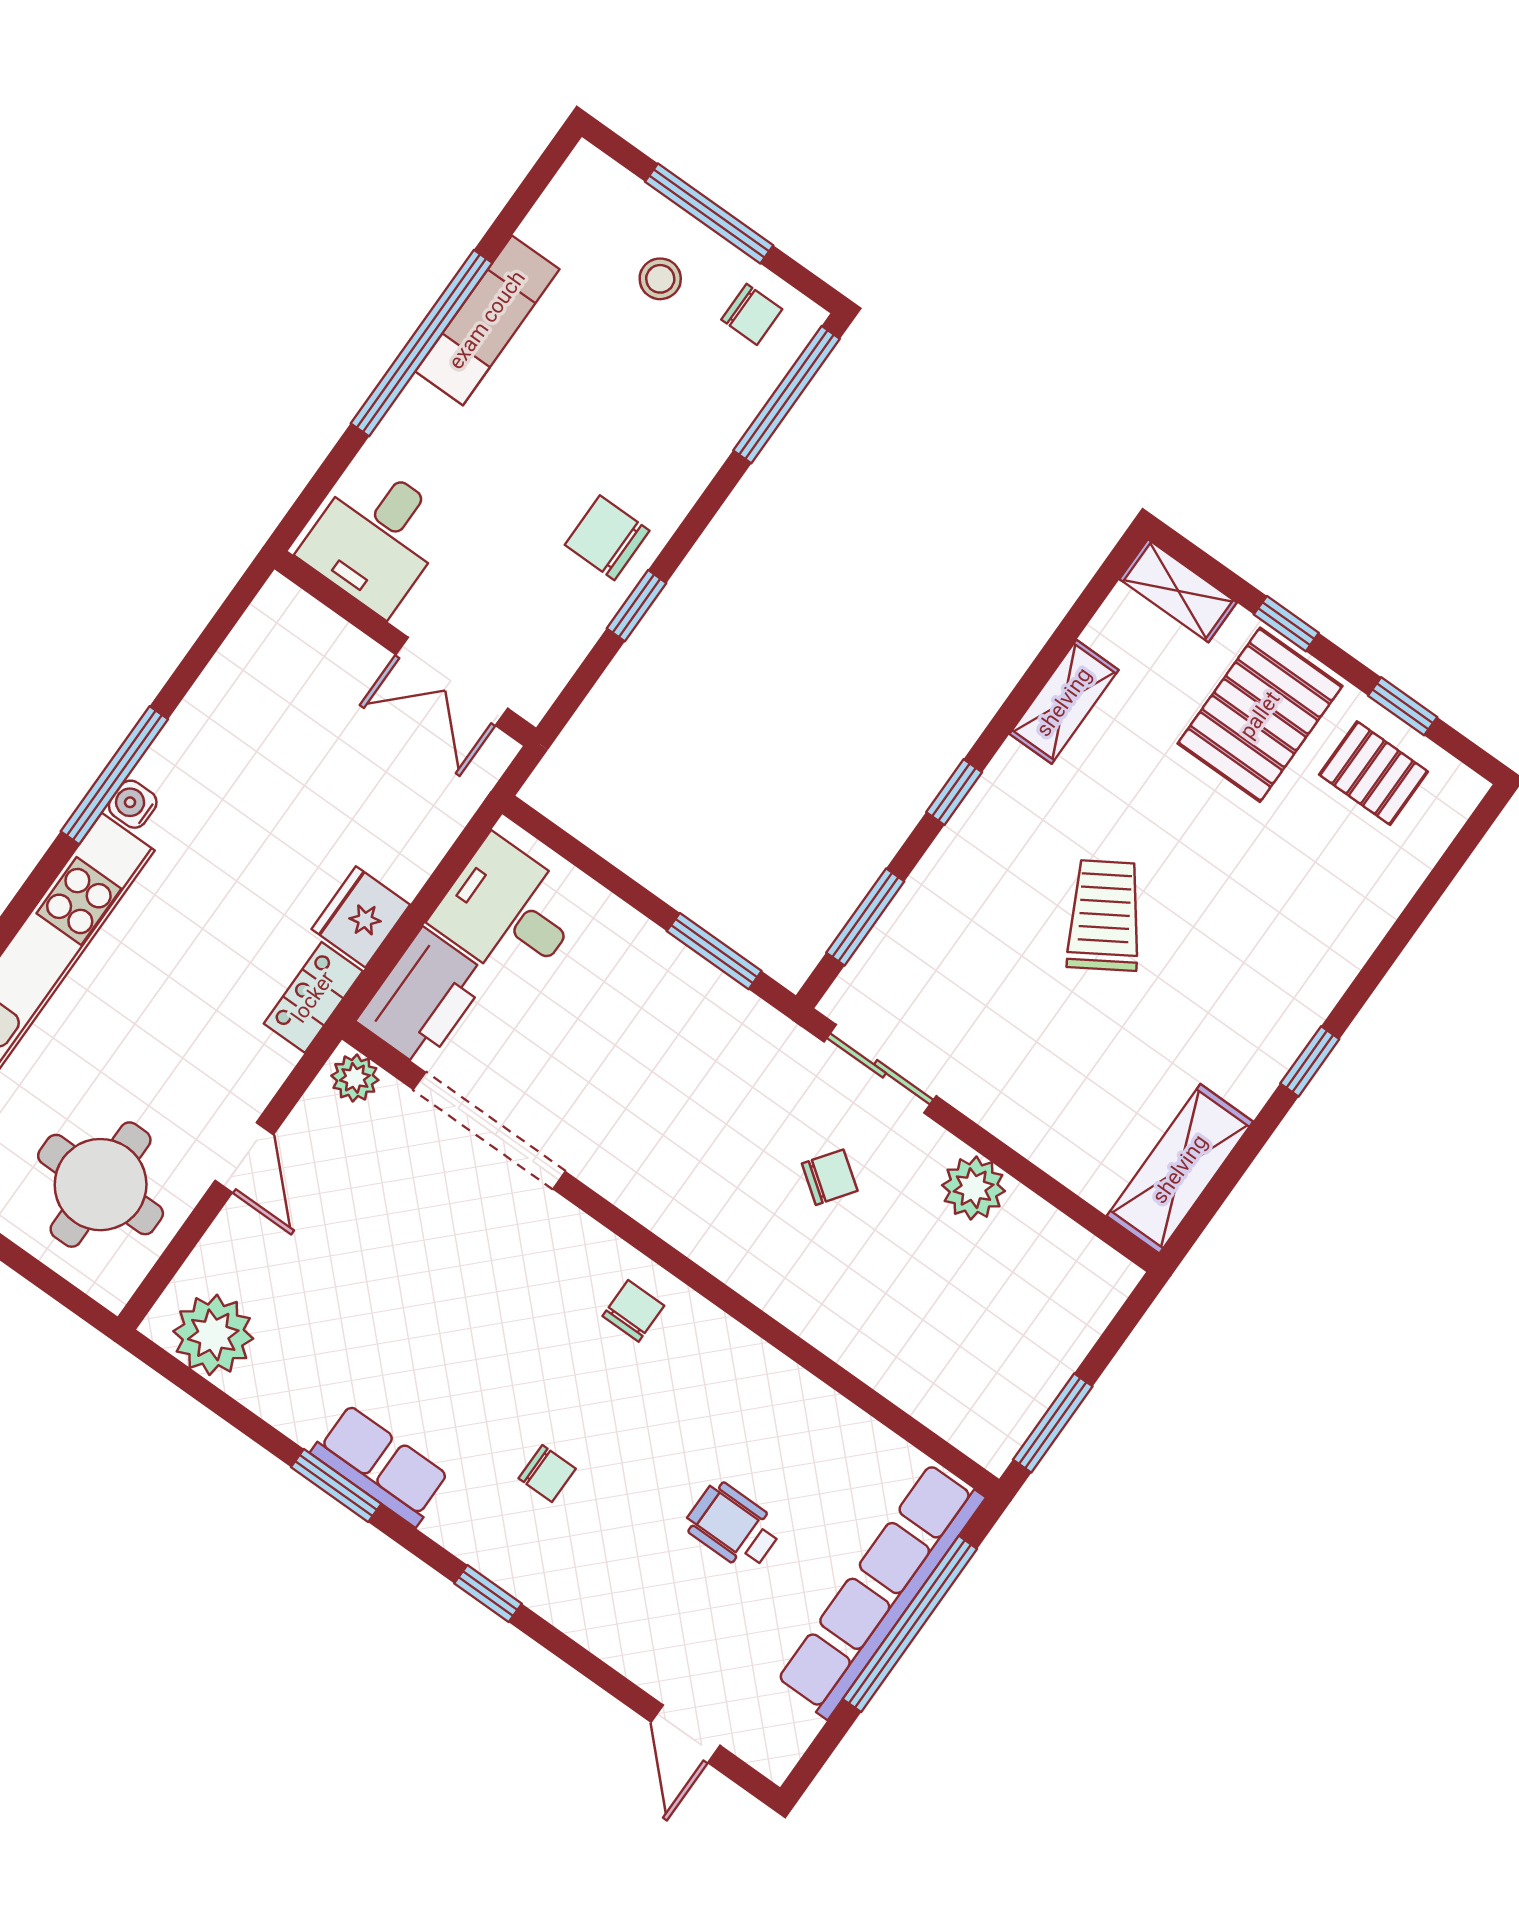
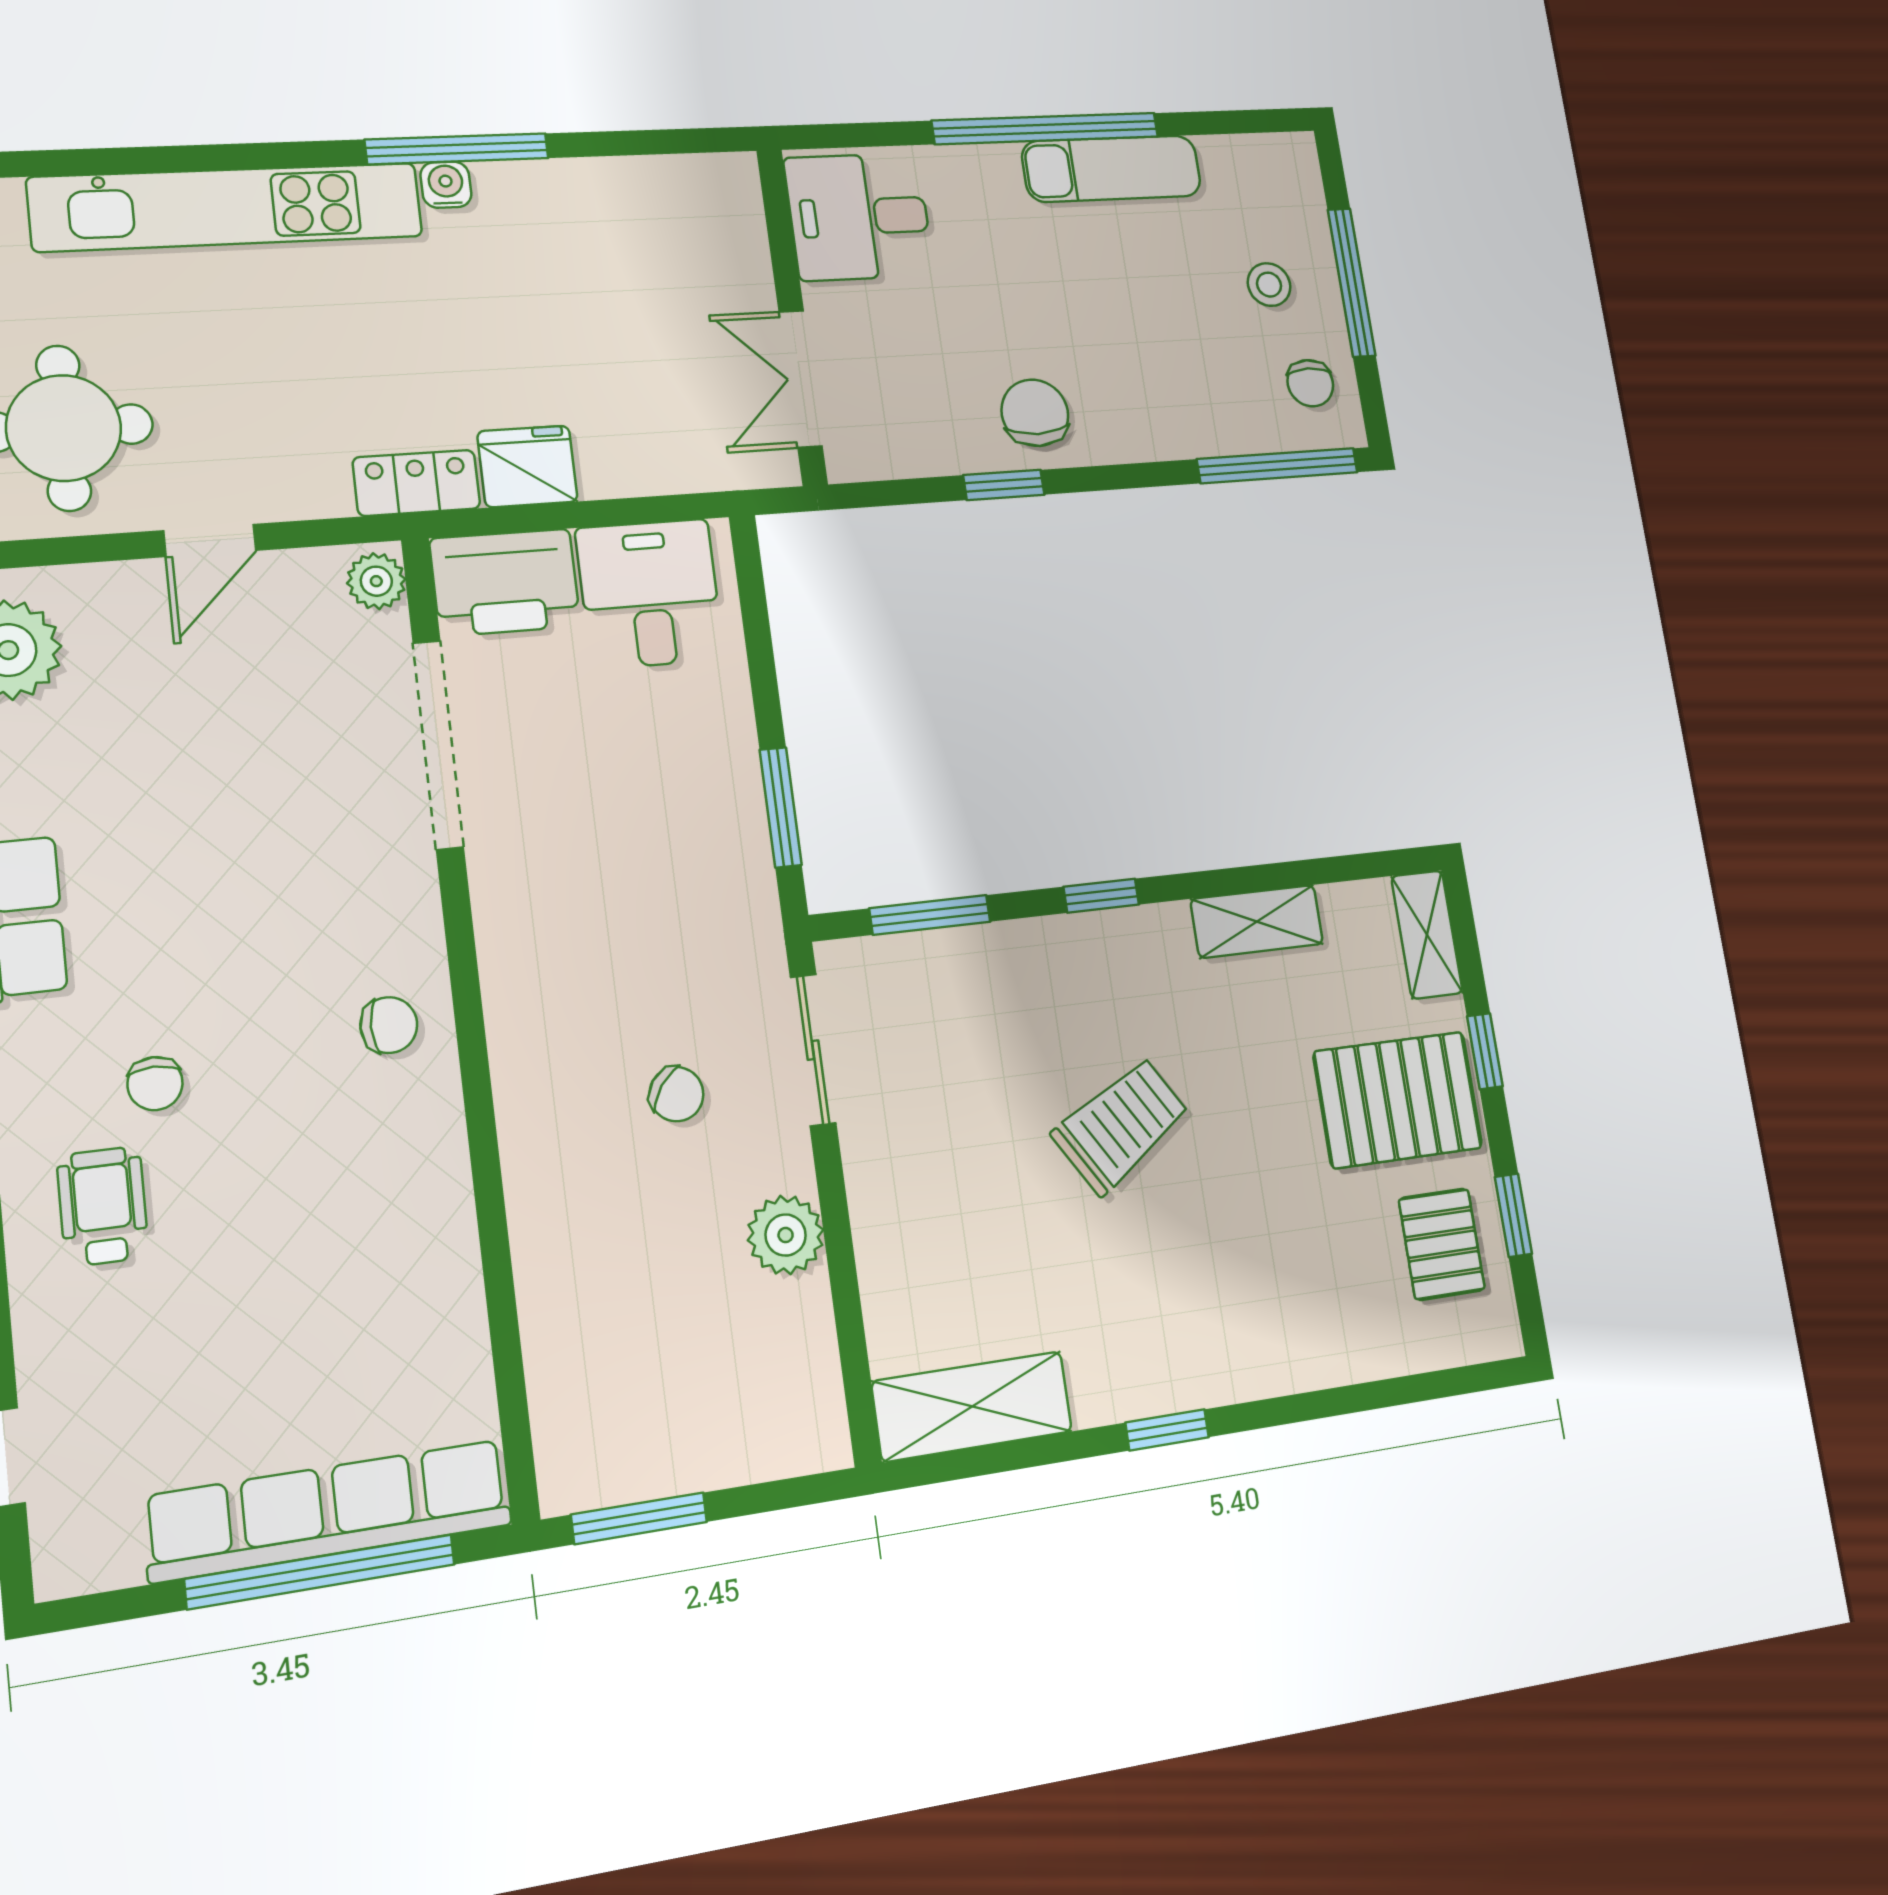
wheelchair: (733, 1526) -> (103, 1206), moved

